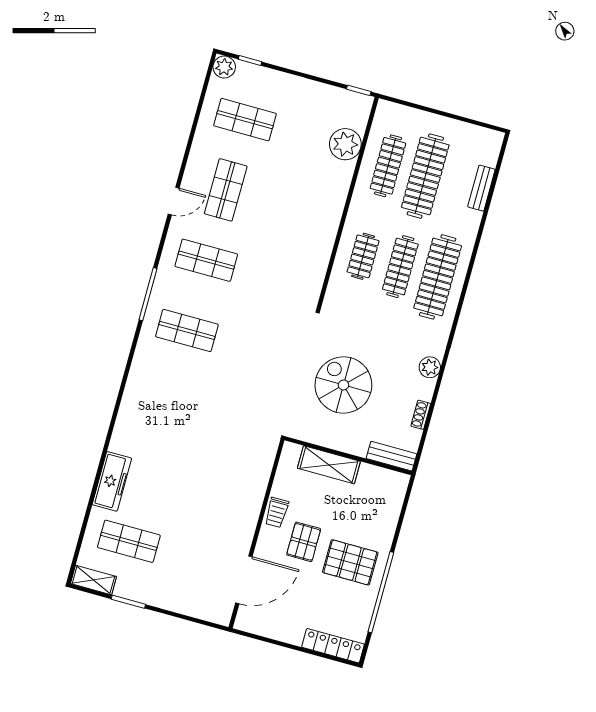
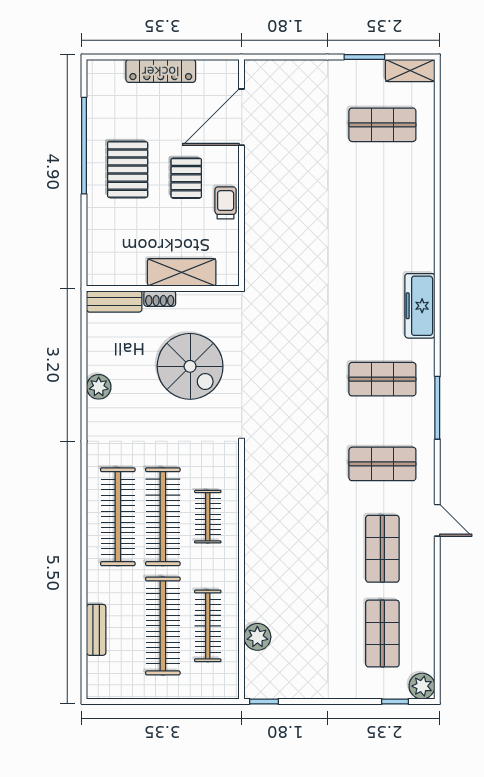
shop shelf: (245, 120) -> (382, 634), turned 90
plant: (345, 144) -> (257, 637), width x0.73, depth x0.73
door: (174, 201) -> (437, 520), swing flipped
clothes rail: (400, 267) -> (163, 517), width x1.37, depth x1.31
plant: (430, 367) -> (99, 387), moved
shoe rack: (421, 415) -> (160, 299), moved, turned 90
freezer: (112, 481) -> (420, 306), moved
pallet: (350, 562) -> (128, 170), turned 90
locker: (333, 646) -> (161, 71), moved

